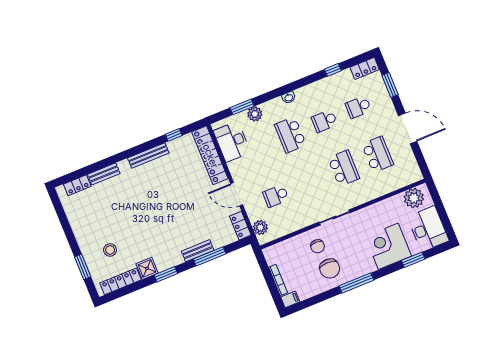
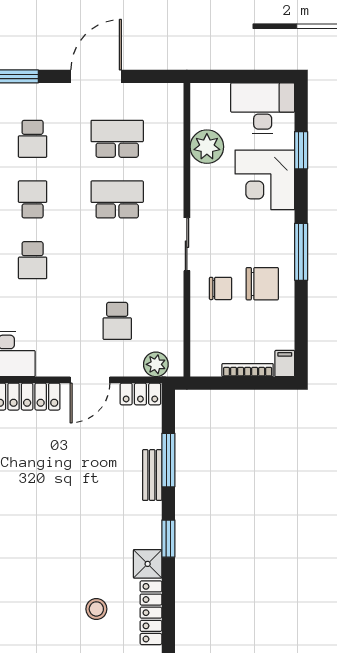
school desk: (324, 121) -> (33, 199), turned 180
school desk: (290, 135) -> (33, 260), width x0.54
plant: (414, 198) -> (207, 147), moved

